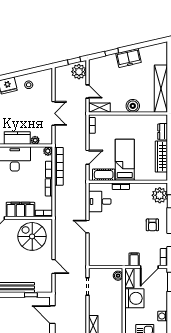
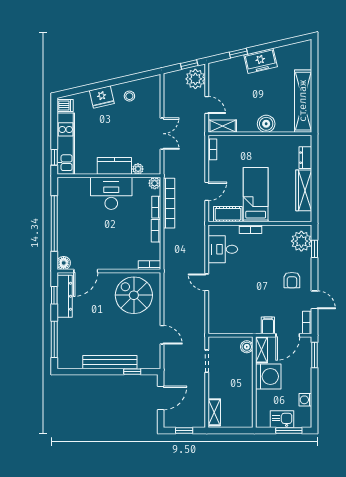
filing cabinet: (20, 210) -> (119, 260), removed
door: (52, 315) -> (161, 398), swing flipped

